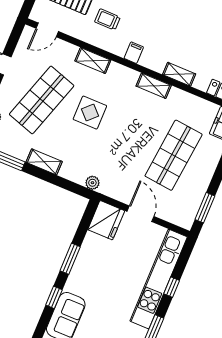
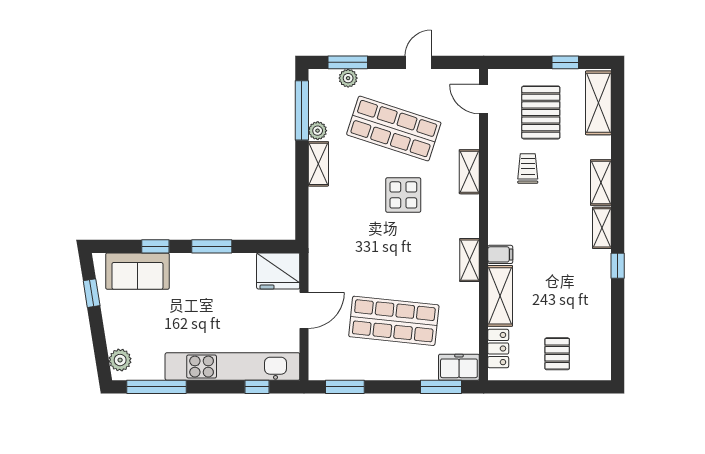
filing cabinet: (134, 53) -> (500, 254), moved
shelving: (179, 74) -> (500, 296), width x1.50, depth x1.33
plant: (92, 183) -> (318, 131), moved
window: (172, 287) -> (257, 387), moved

